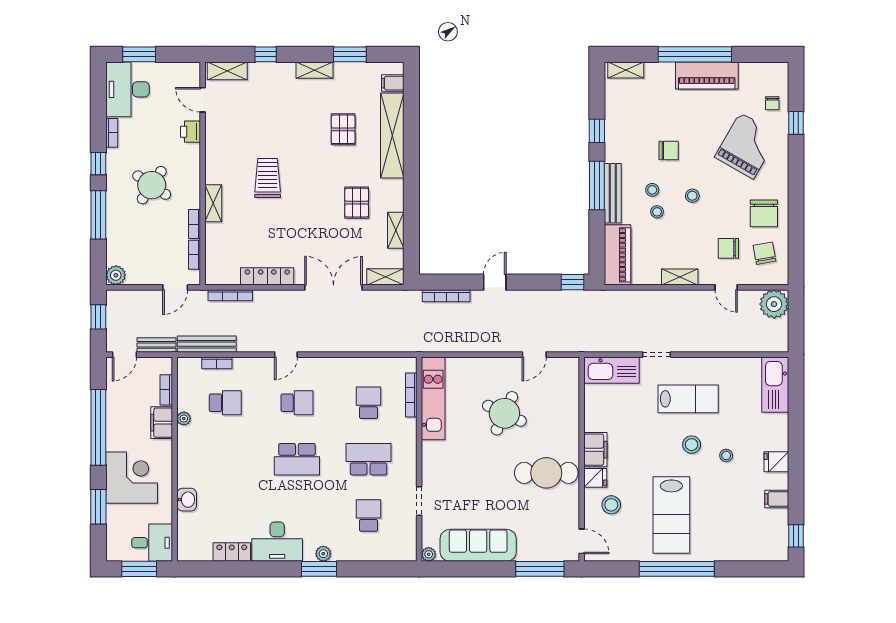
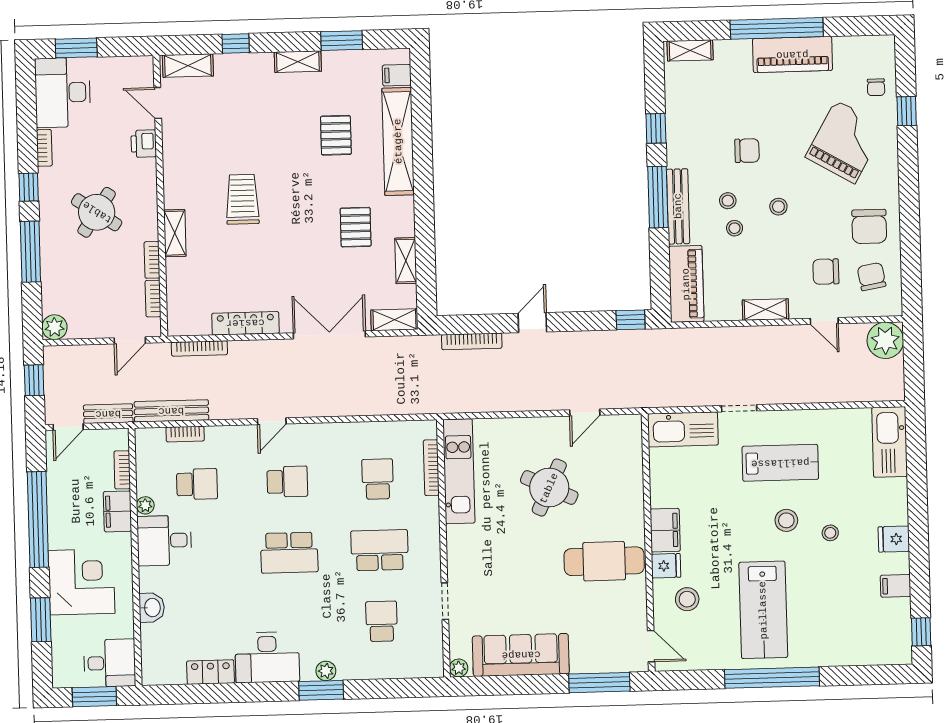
desk: (198, 447) -> (164, 540), added

